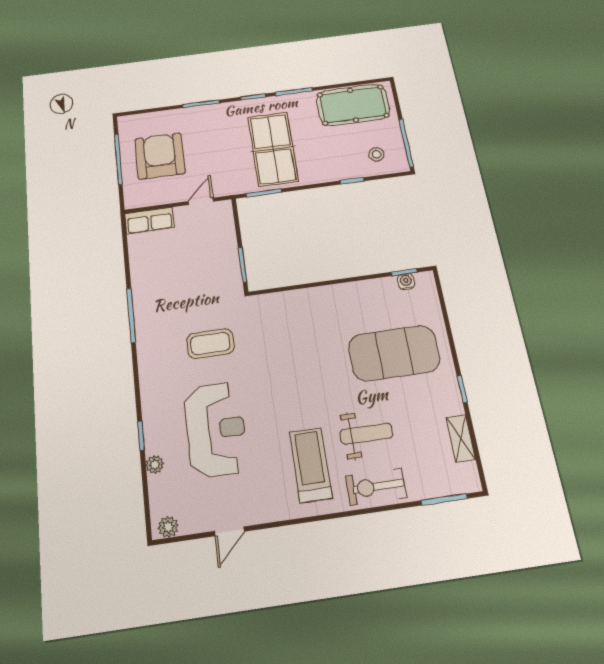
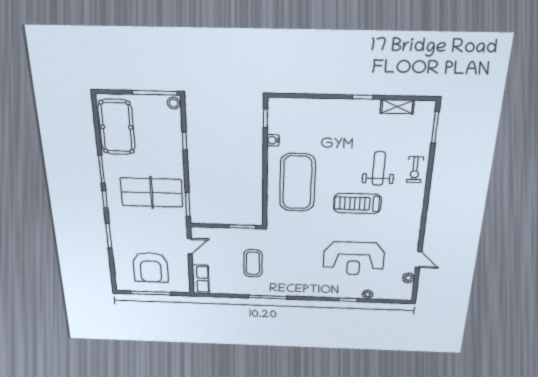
stool: (376, 154) -> (174, 103), moved
armchair: (160, 156) -> (151, 267), turned -90
door: (201, 201) -> (190, 246), swing flipped
water cooler: (406, 282) -> (273, 140), moved
coffee table: (210, 344) -> (253, 263), moved
exercise mat: (394, 353) -> (297, 183), moved
reception desk: (216, 429) -> (354, 258), turned 180
treadmill: (311, 465) -> (357, 203), moved
exercise bike: (376, 487) -> (415, 170), width x0.73, depth x0.72
plant: (168, 527) -> (408, 278), moved

